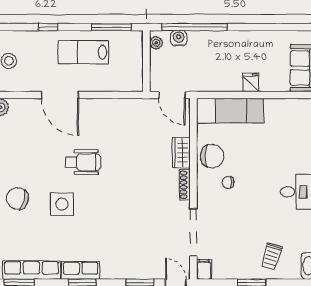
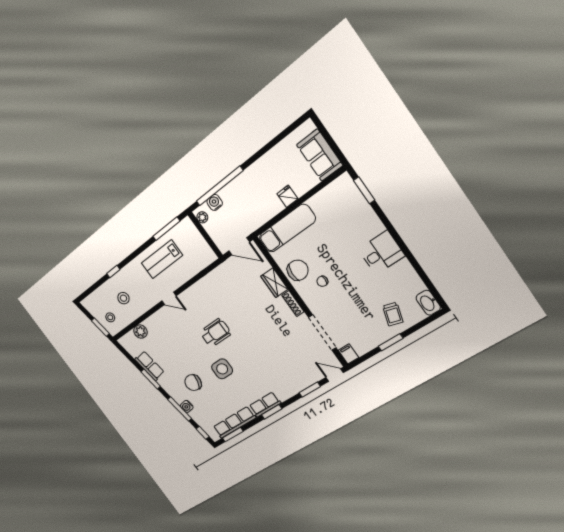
window: (48, 27) -> (113, 272), moved
door: (60, 95) -> (169, 298), width x0.53

